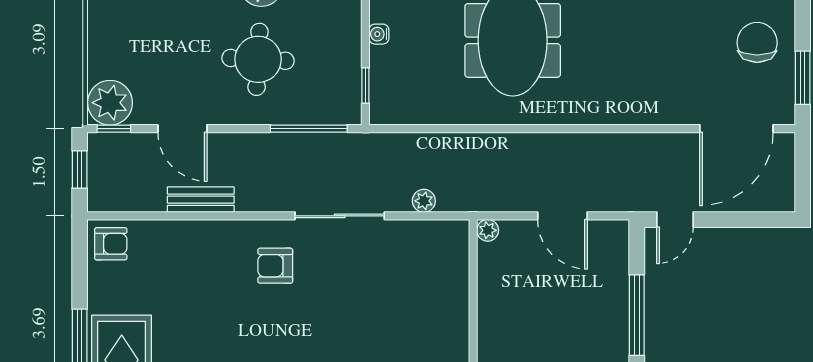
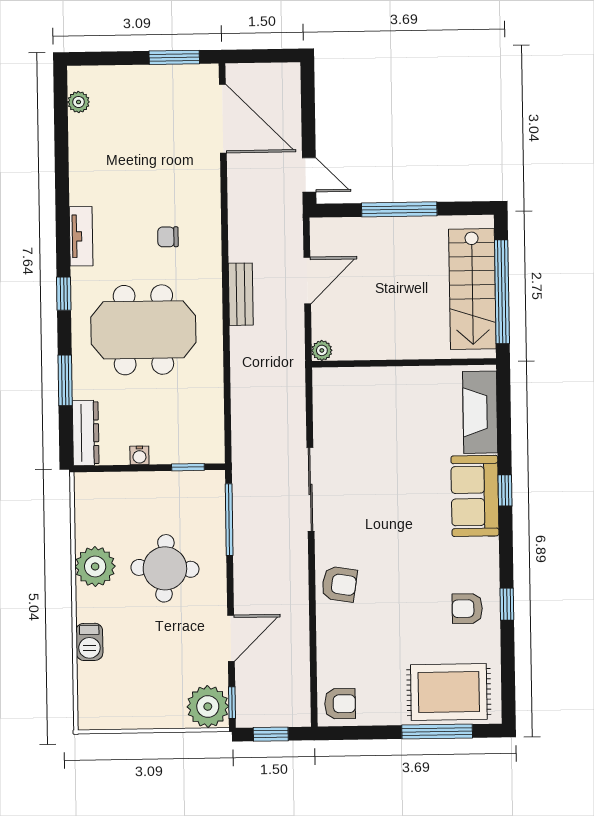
chair: (757, 42) -> (168, 237), moved, width x0.54, depth x0.54
bench: (201, 200) -> (241, 294), moved
plant: (424, 201) -> (295, 411), removed
armchair: (111, 244) -> (340, 704), turned 90
armchair: (275, 266) -> (339, 584), moved, turned -81

